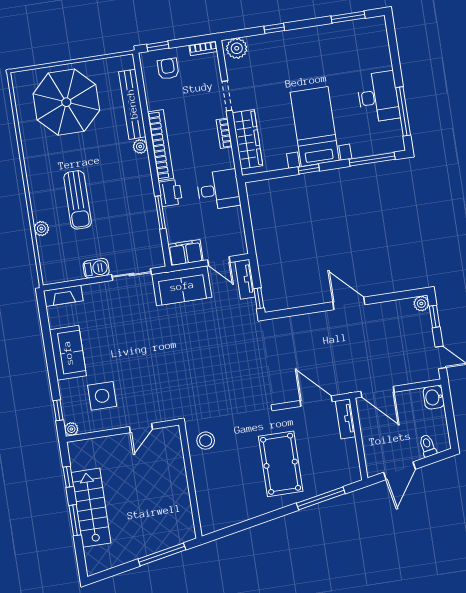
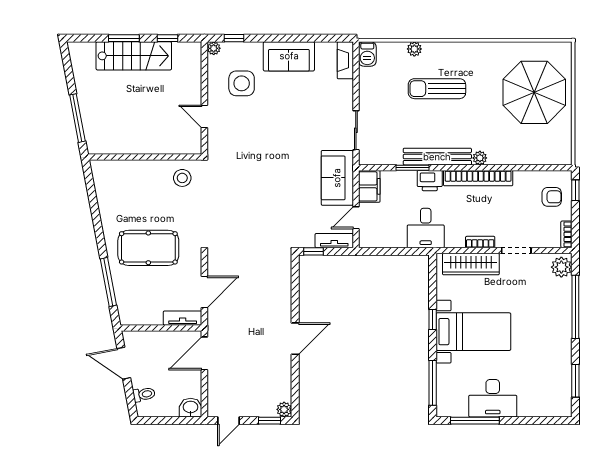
window: (274, 28) -> (575, 307), width x3.17
bench: (132, 104) -> (437, 157), moved
barbecue: (96, 268) -> (367, 54), moved

